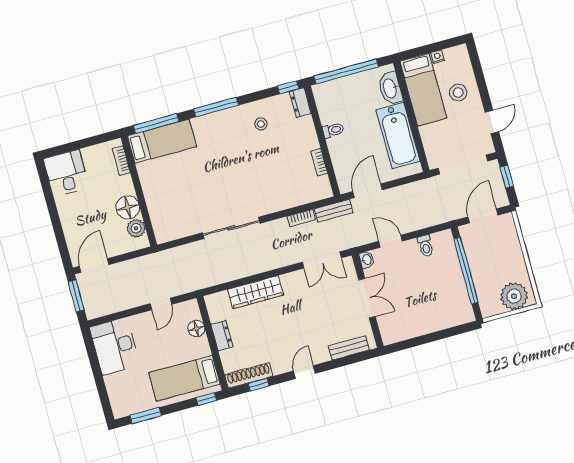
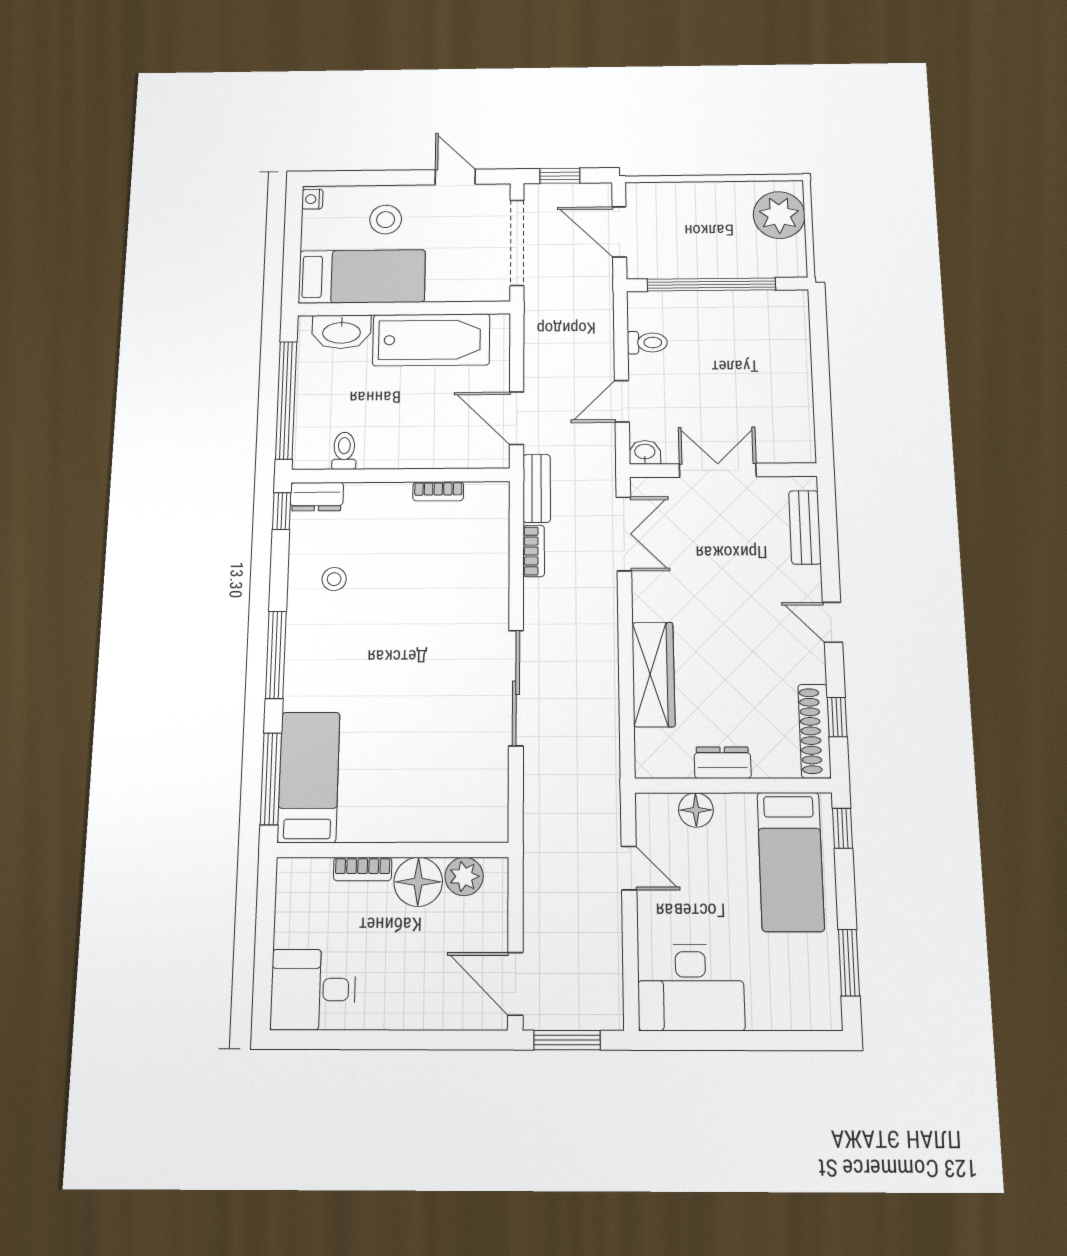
nightstand: (437, 57) -> (312, 199), moved
toilet: (333, 130) -> (344, 451), moved
bookcase: (121, 161) -> (363, 869), moved

